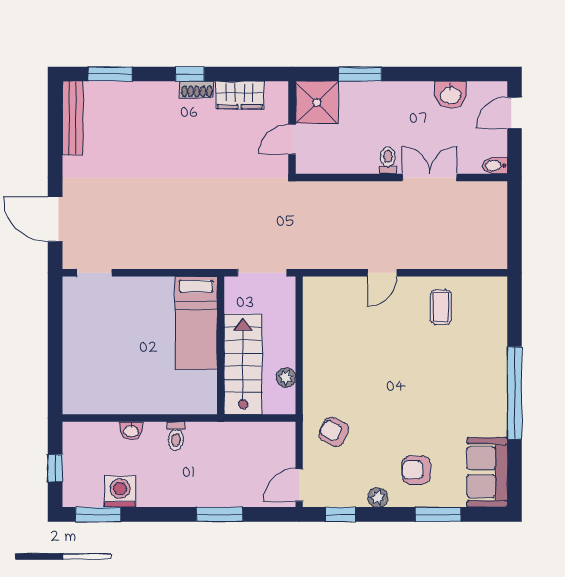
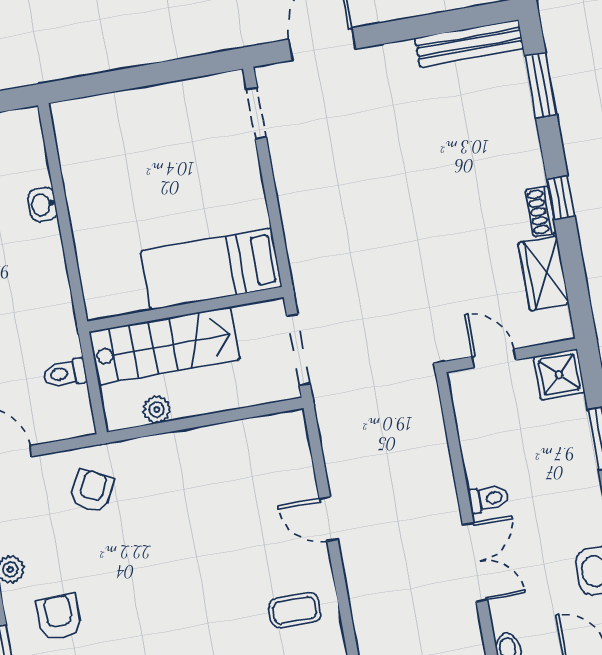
shower: (317, 102) -> (559, 375), width x0.73, depth x0.73
toilet: (176, 436) -> (65, 373), moved

